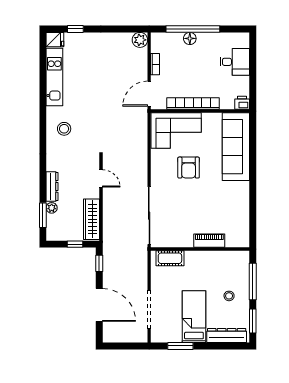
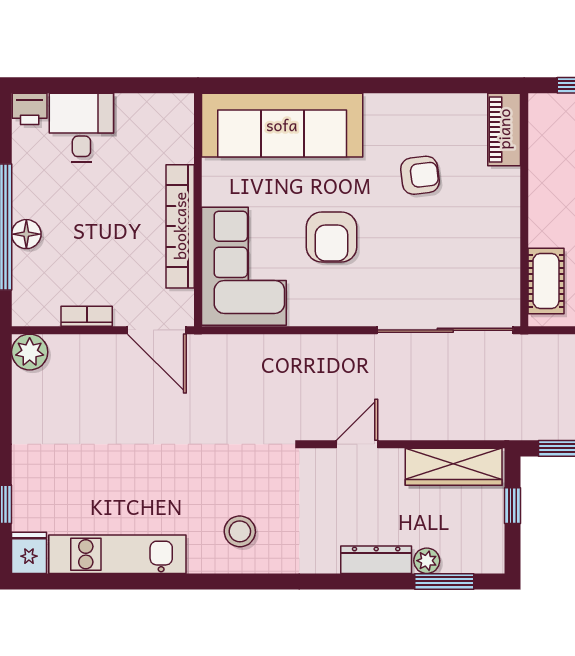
printer: (242, 103) -> (30, 109), moved, turned -90
armchair: (189, 168) -> (332, 237), turned 90
armchair: (215, 205) -> (420, 175), added
piano: (209, 241) -> (504, 129), moved

